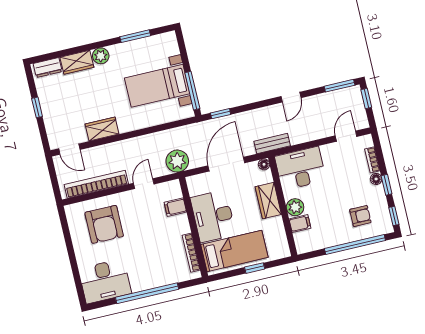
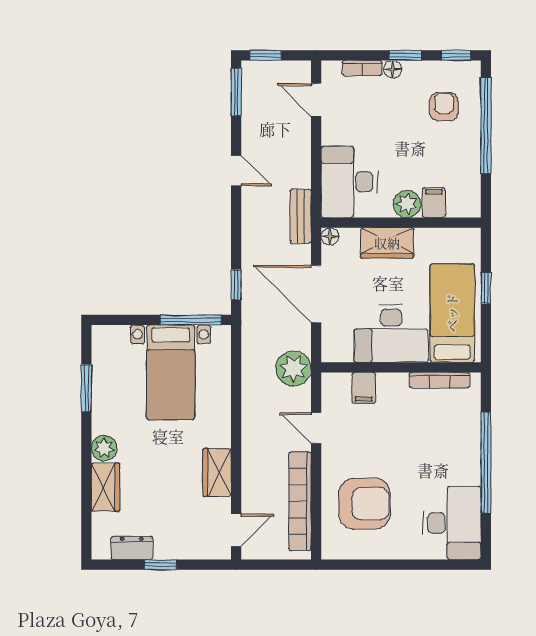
dresser: (48, 68) -> (132, 548), moved, turned -90

